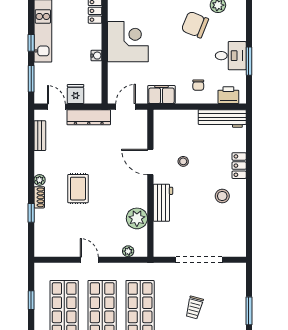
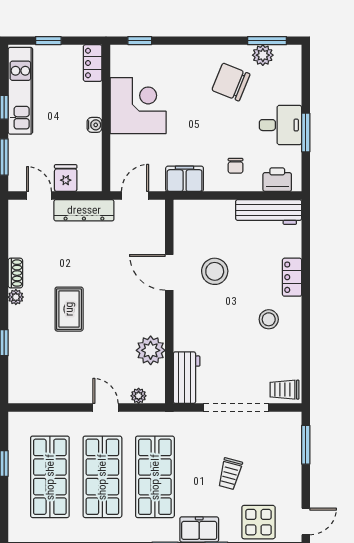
bench: (40, 136) -> (16, 236), removed
stool: (183, 161) -> (215, 271), width x1.89, depth x1.89
shoe rack: (39, 197) -> (15, 273), moved
workbench: (163, 203) -> (187, 378), moved
trolley: (234, 247) -> (284, 390), added
door: (89, 260) -> (105, 407), moved
window: (249, 311) -> (306, 445), moved

